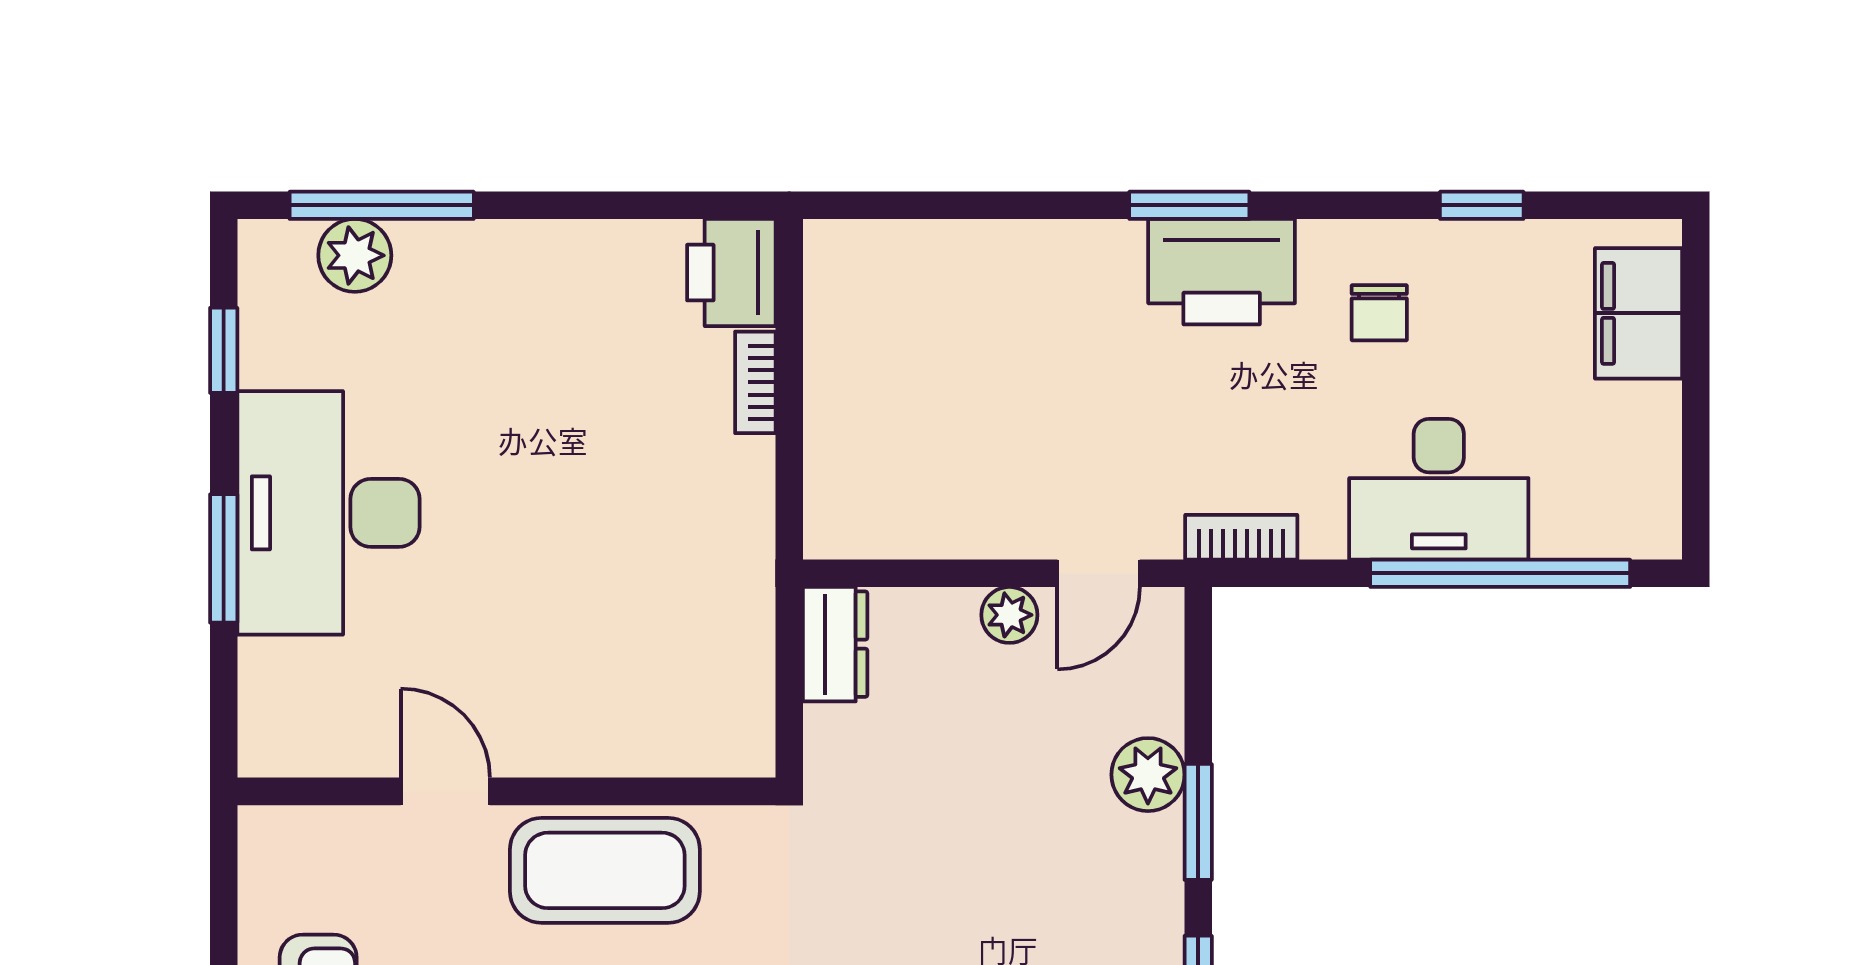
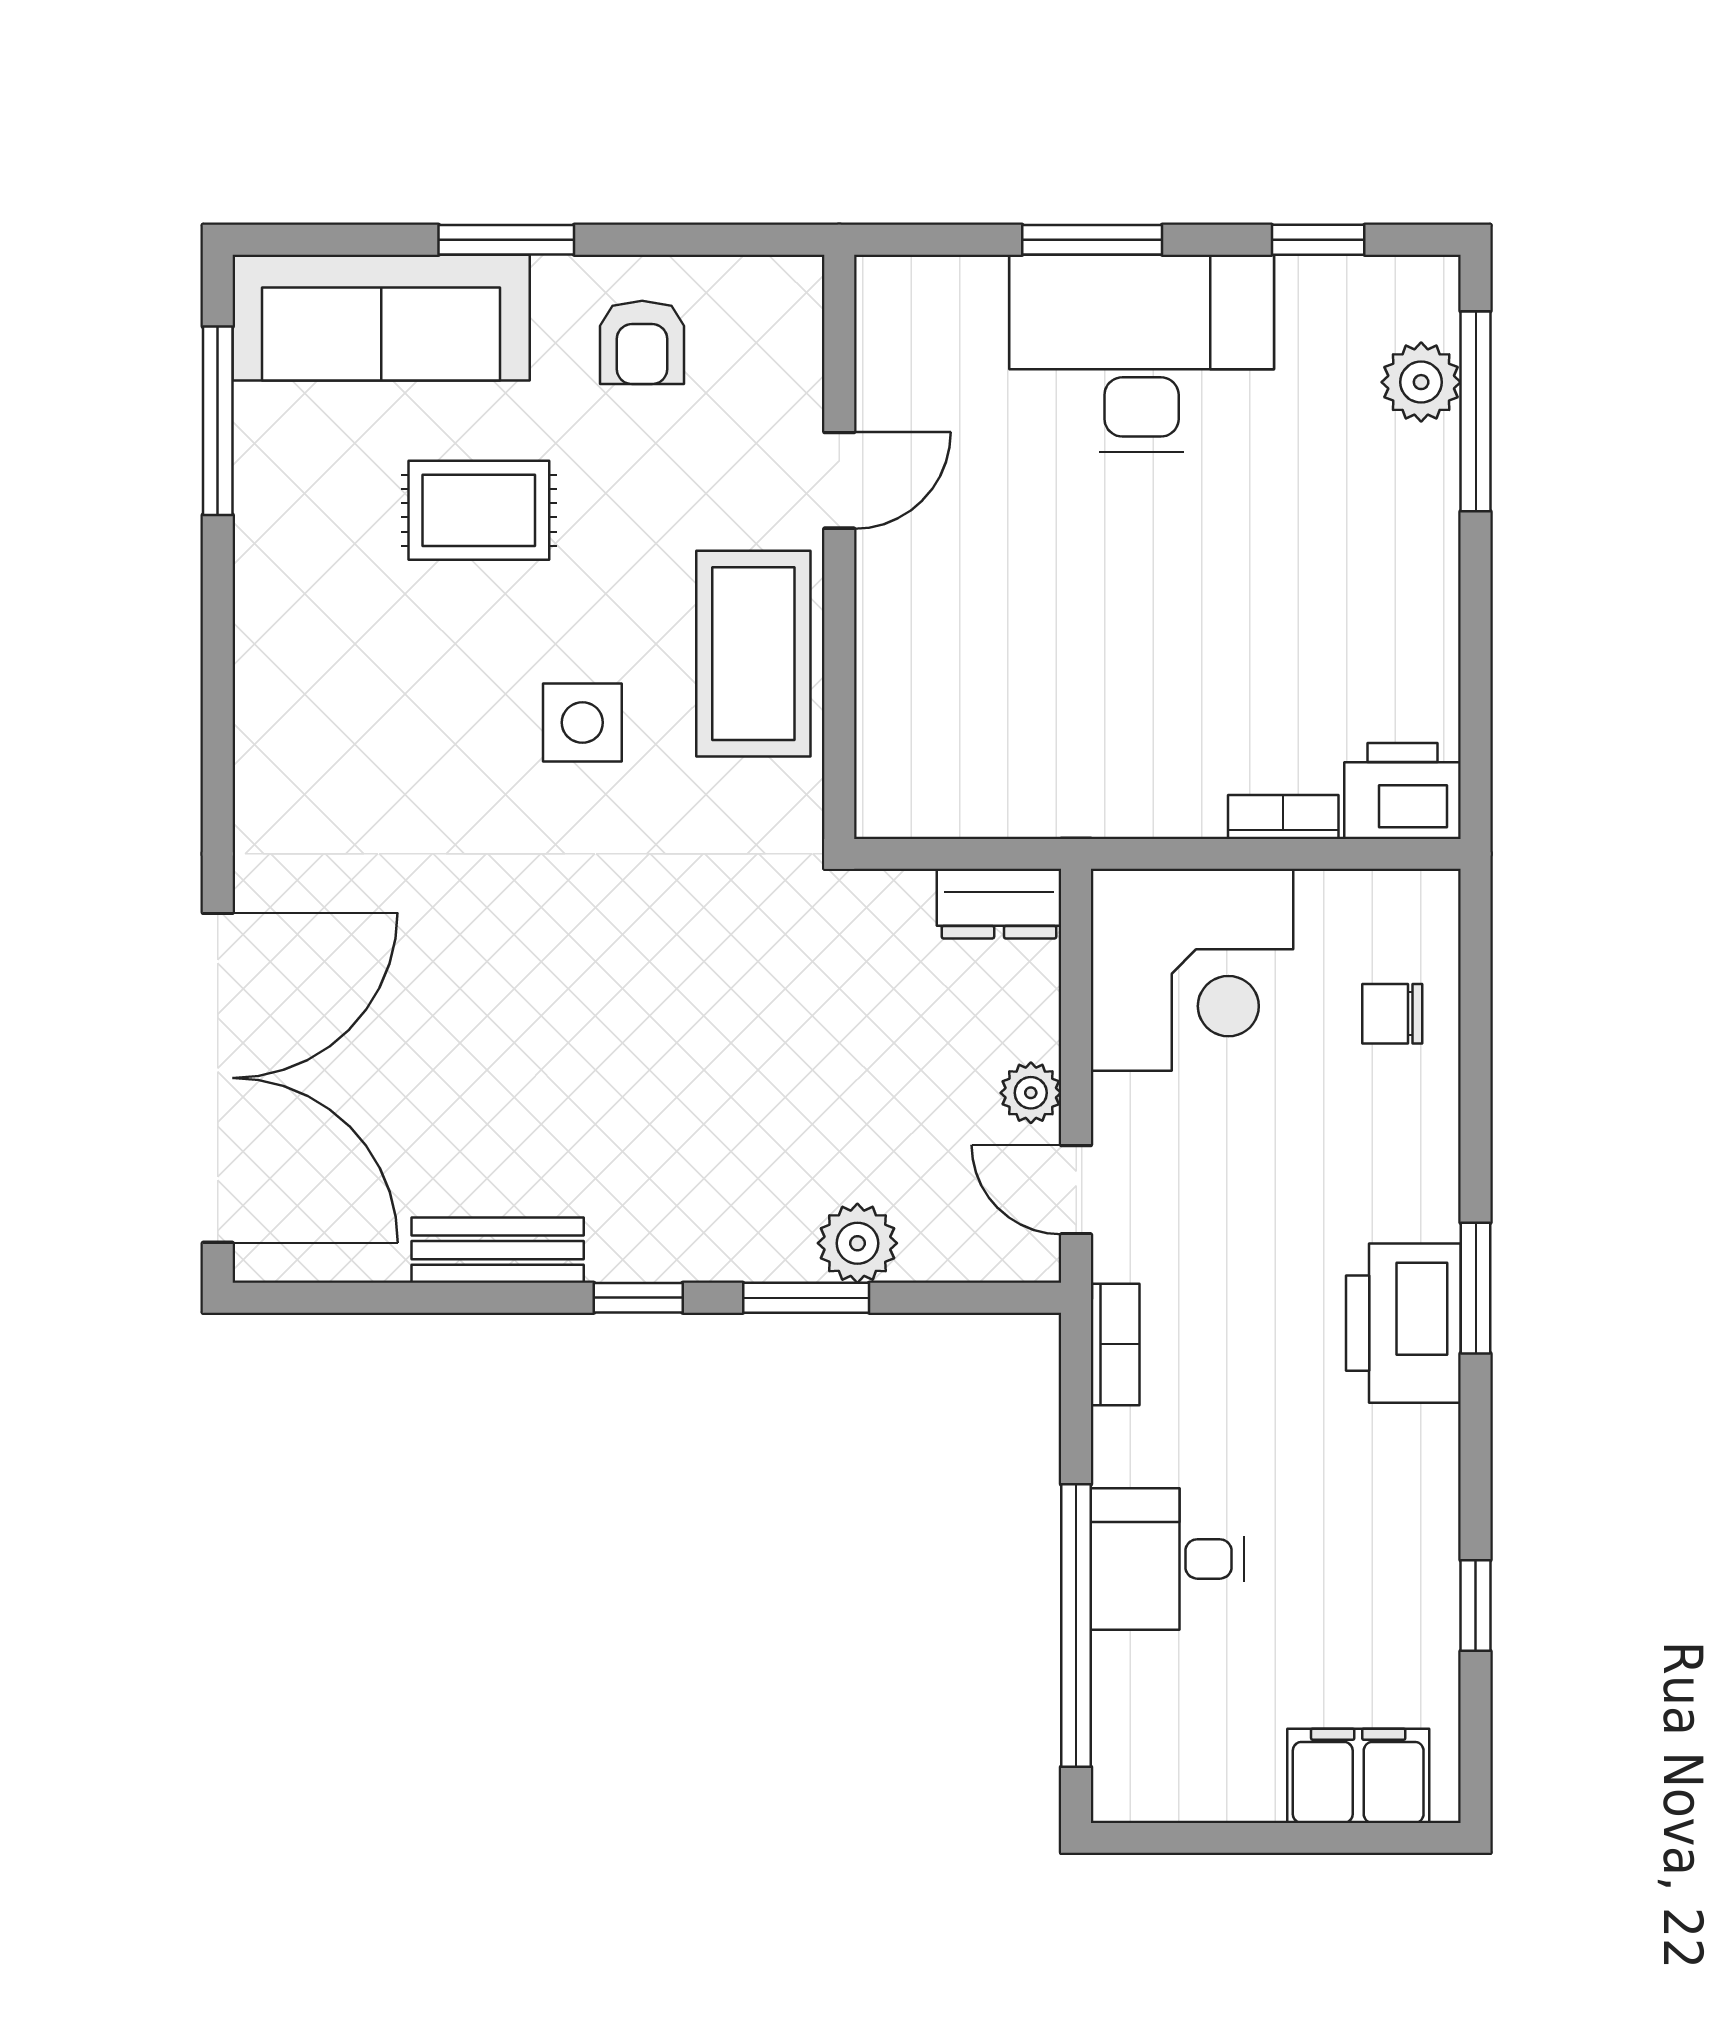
chair: (1379, 313) -> (1392, 1014), moved
corner desk: (896, 467) -> (1192, 970), added
desk: (1439, 489) -> (1167, 1559), width x0.73

